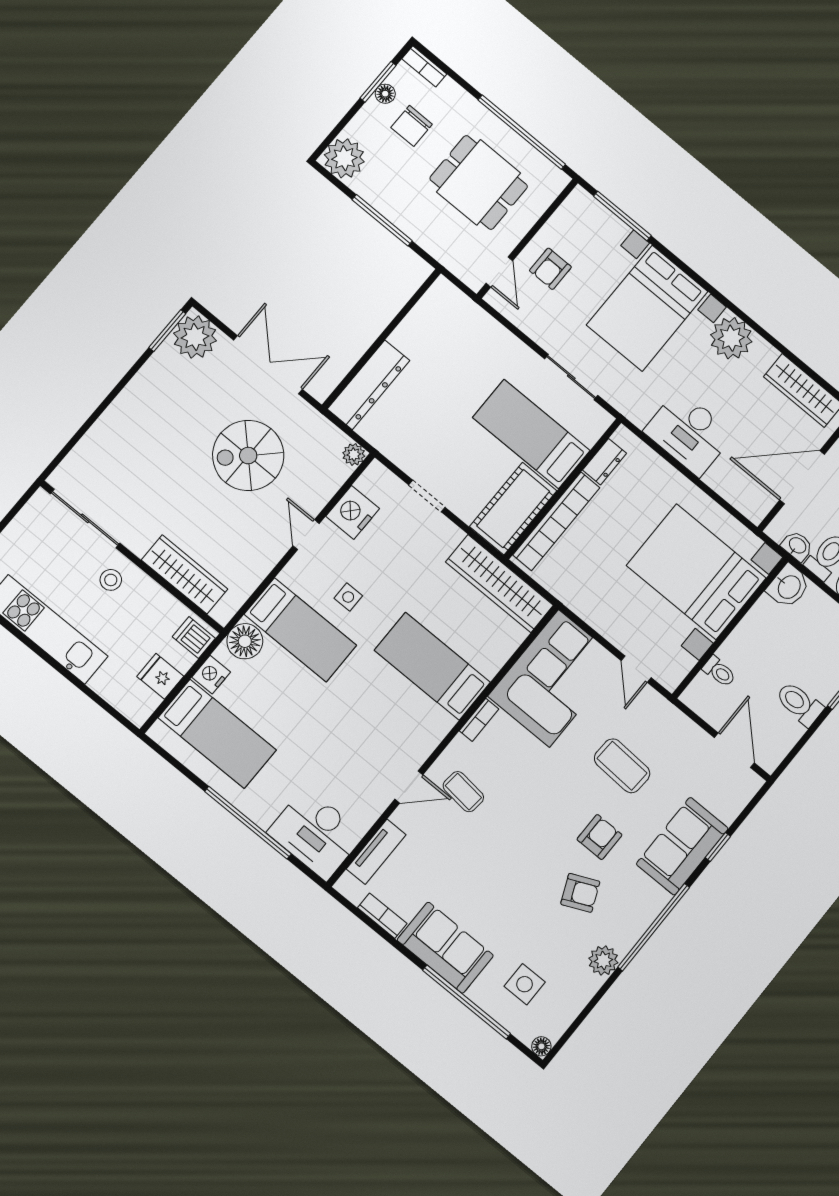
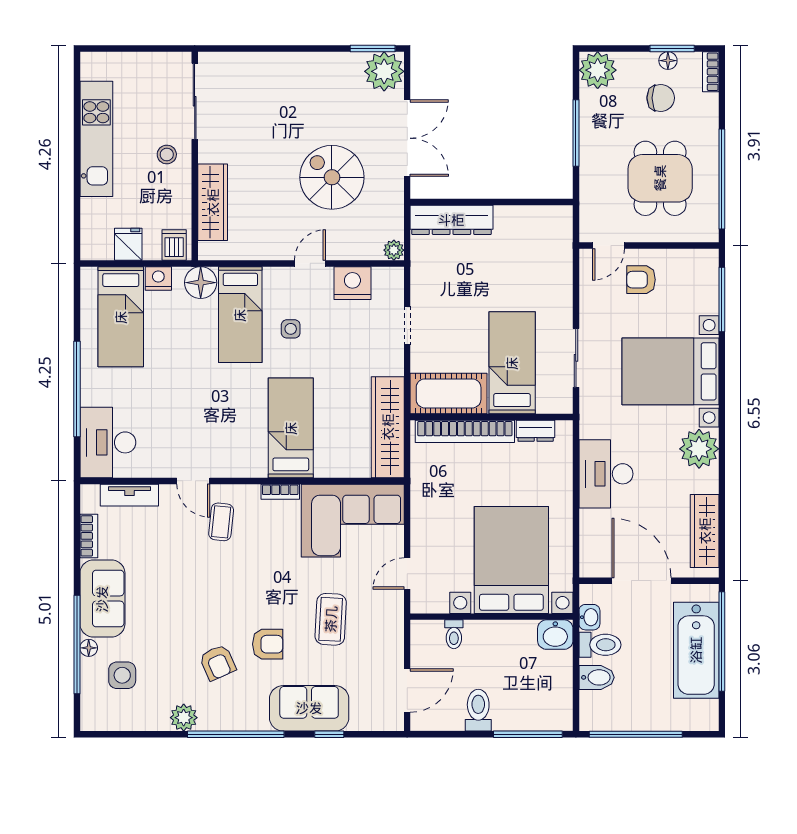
chair: (412, 126) -> (661, 98), turned 180
floor lamp: (541, 1046) -> (89, 648), moved

